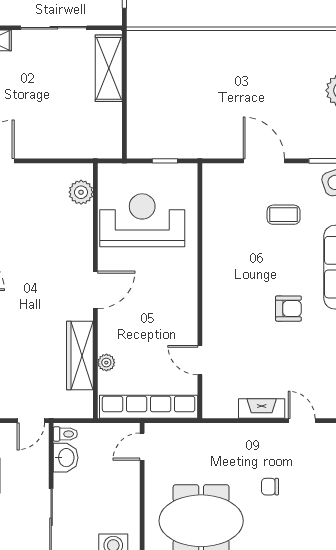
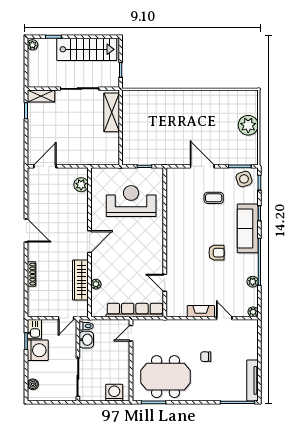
plant: (81, 192) -> (81, 185), moved
door: (95, 290) -> (90, 242), moved
wall: (95, 291) -> (90, 242), moved
wardrobe: (80, 355) -> (80, 280), moved
plant: (106, 363) -> (96, 284), moved

